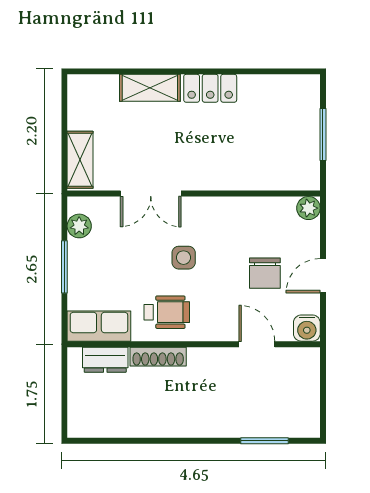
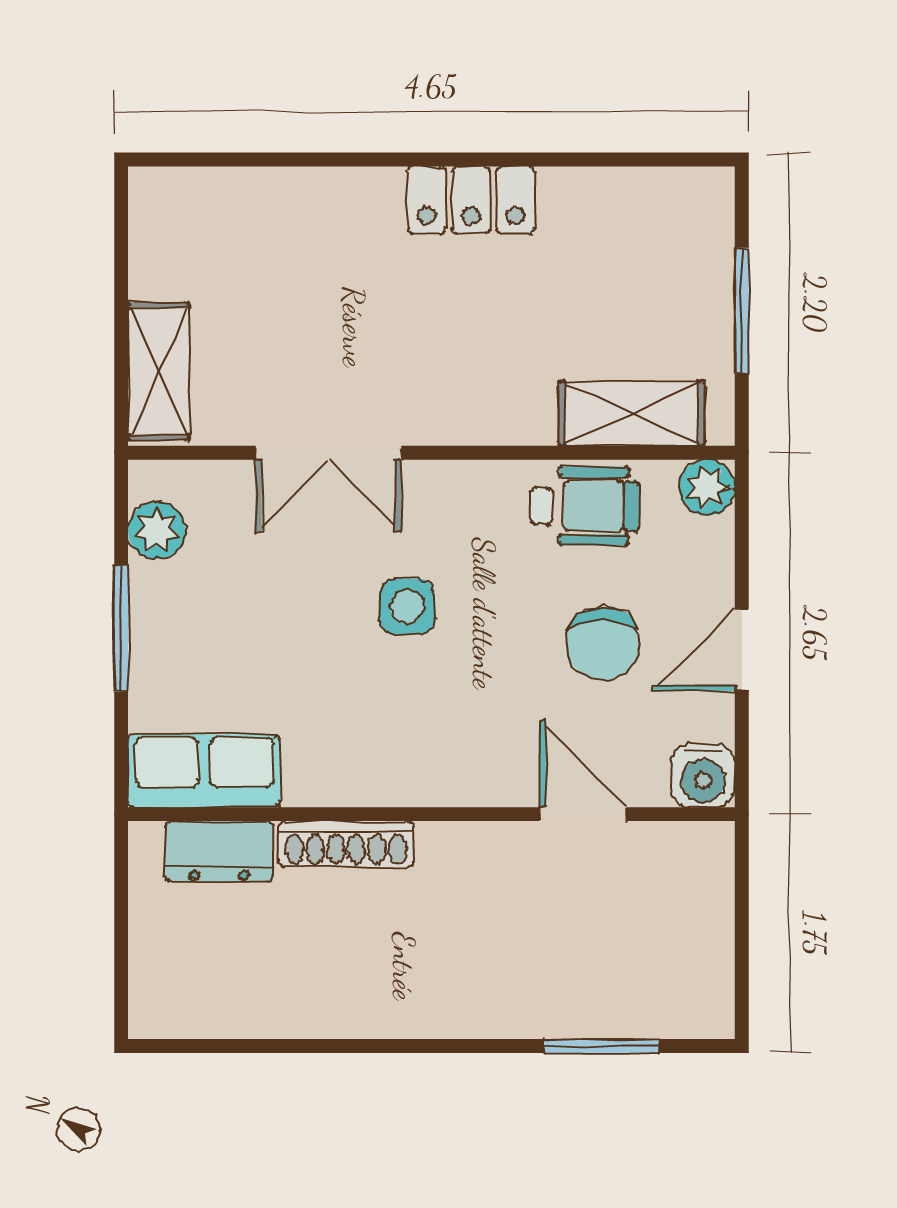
shelving: (150, 88) -> (632, 413), moved
wheelchair: (167, 312) -> (585, 506), moved

